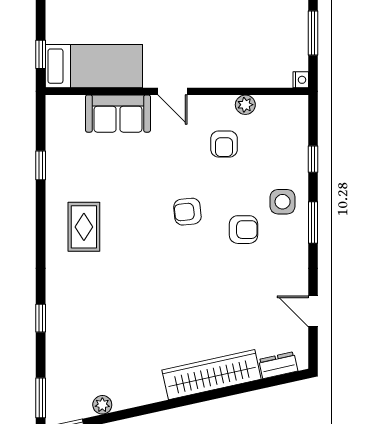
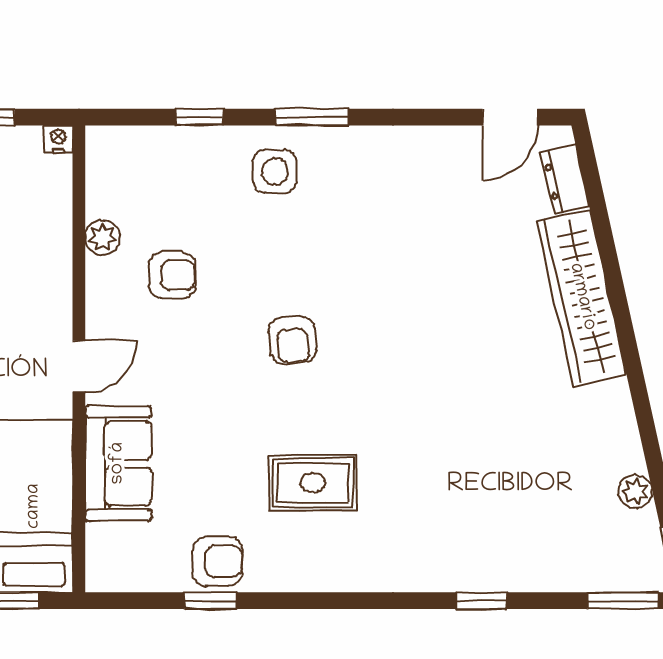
rug: (84, 227) -> (313, 483), moved
armchair: (243, 230) -> (217, 561), moved, turned 90
door: (313, 311) -> (510, 117), moved

